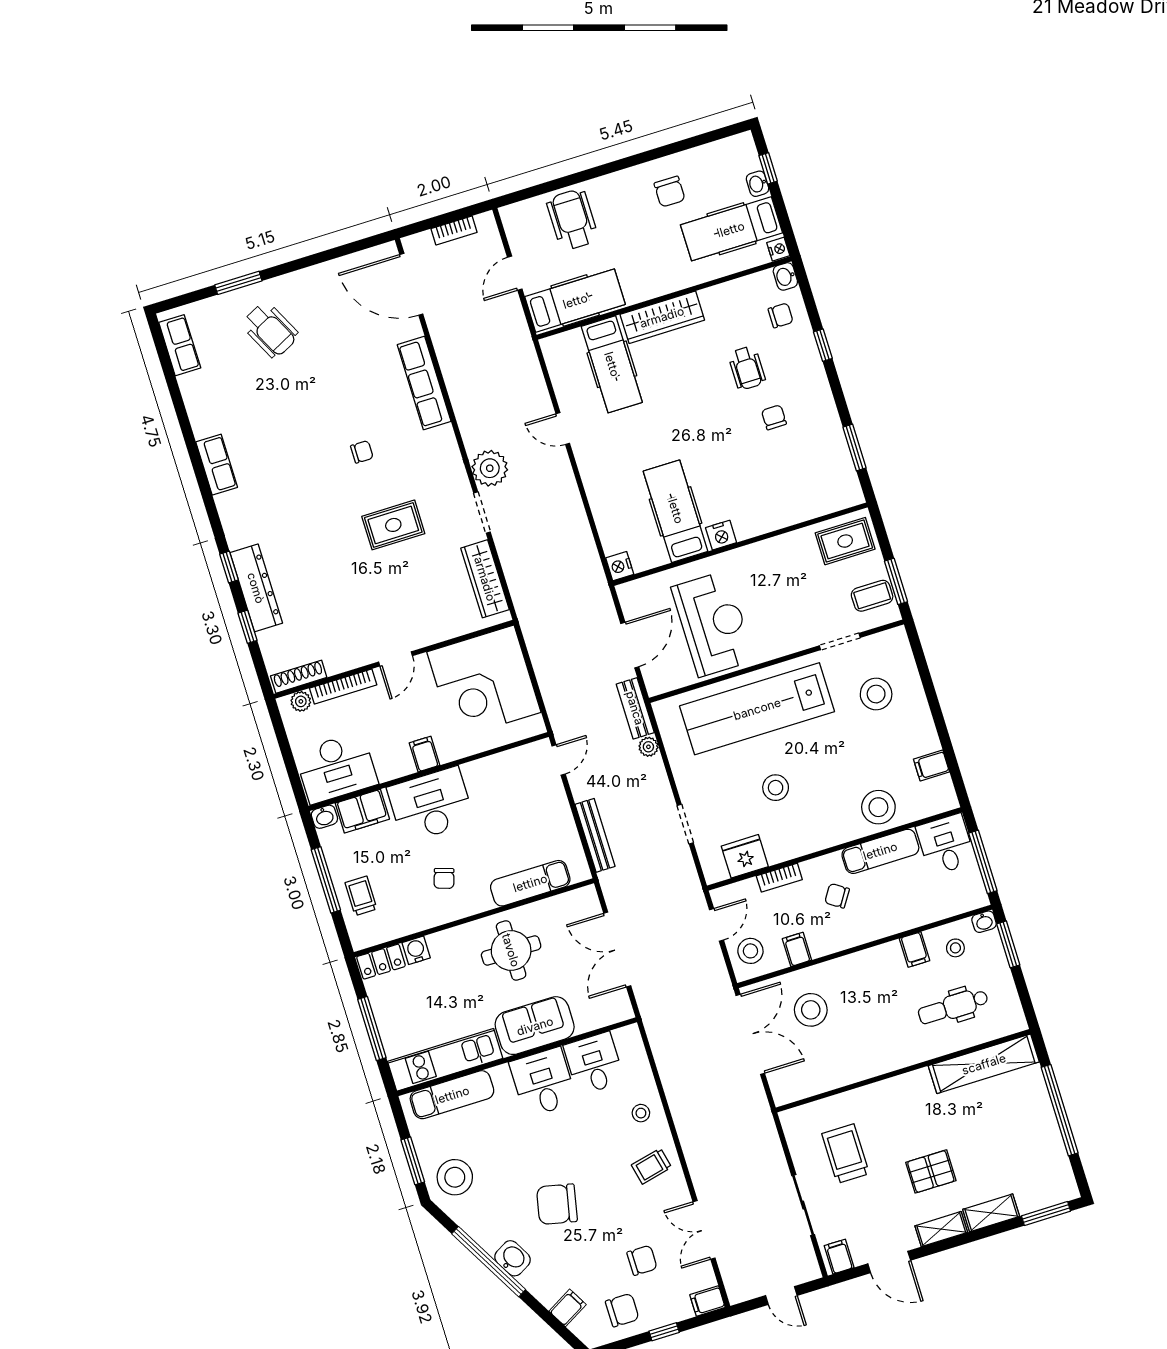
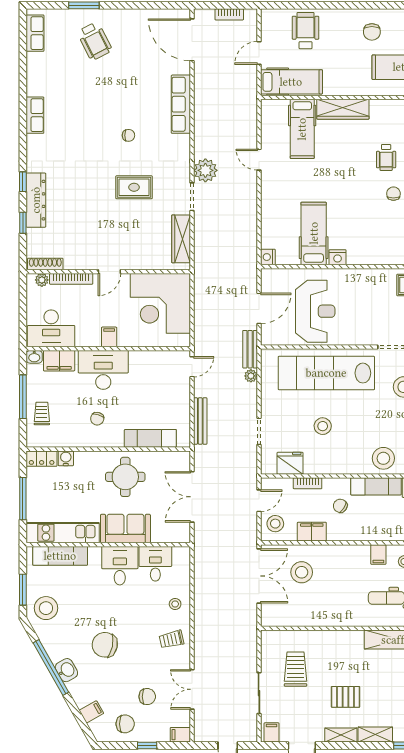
filing cabinet: (797, 949) -> (312, 532), width x2.00

